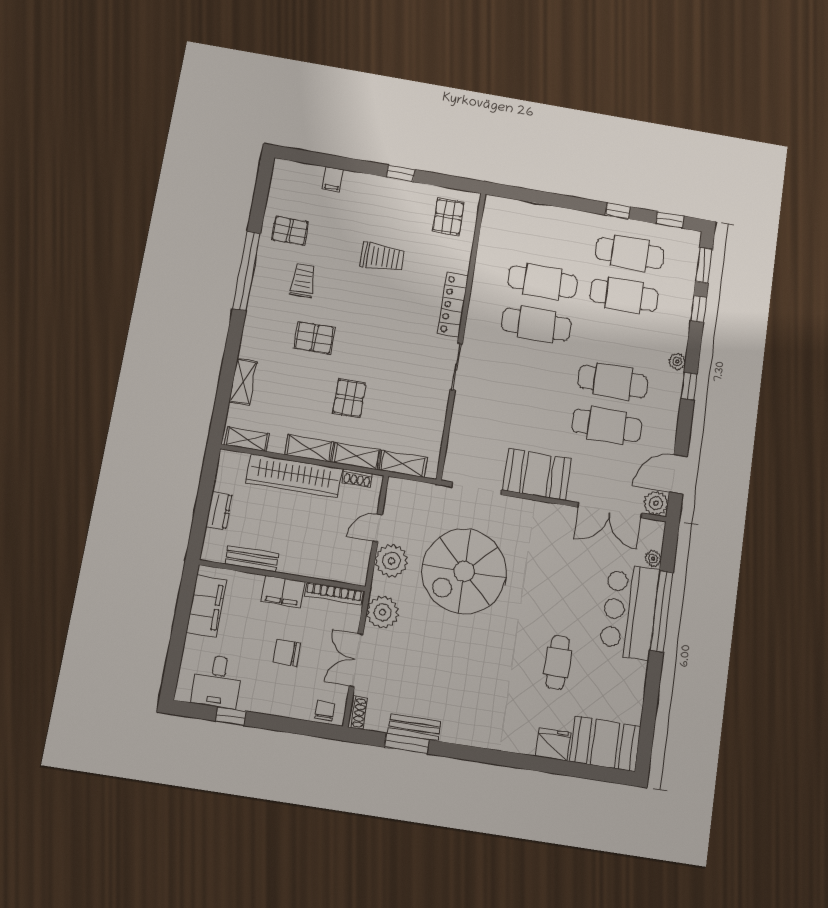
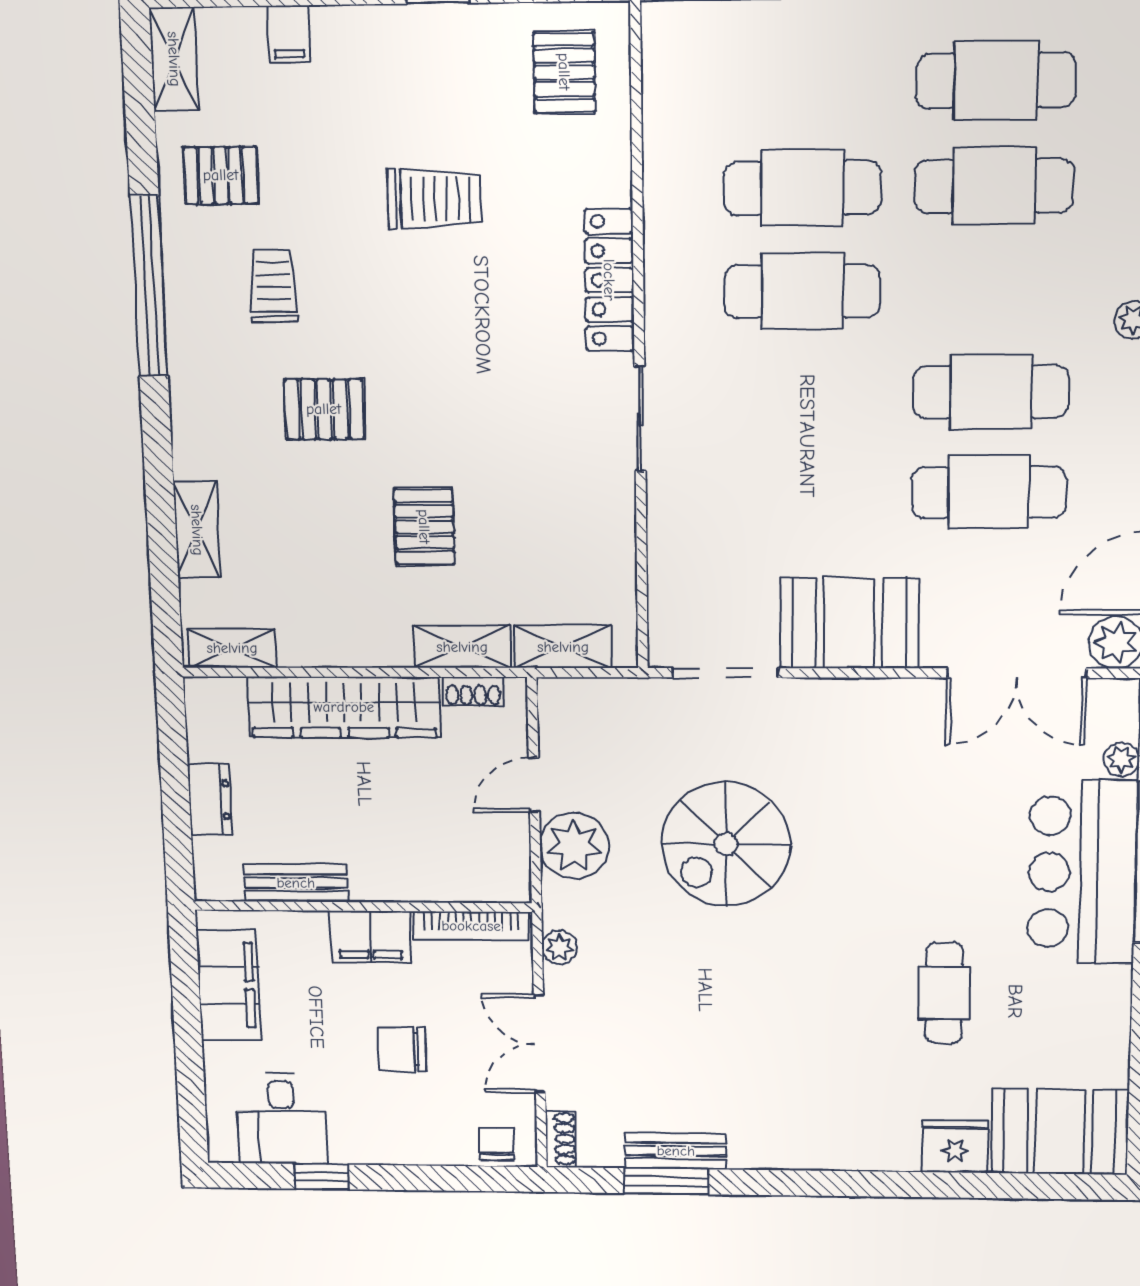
shelving: (309, 448) -> (174, 59), moved, turned 90
spiral stairs: (464, 571) -> (726, 844), width x0.73, depth x0.73
plant: (383, 612) -> (559, 947), width x0.53, depth x0.53

